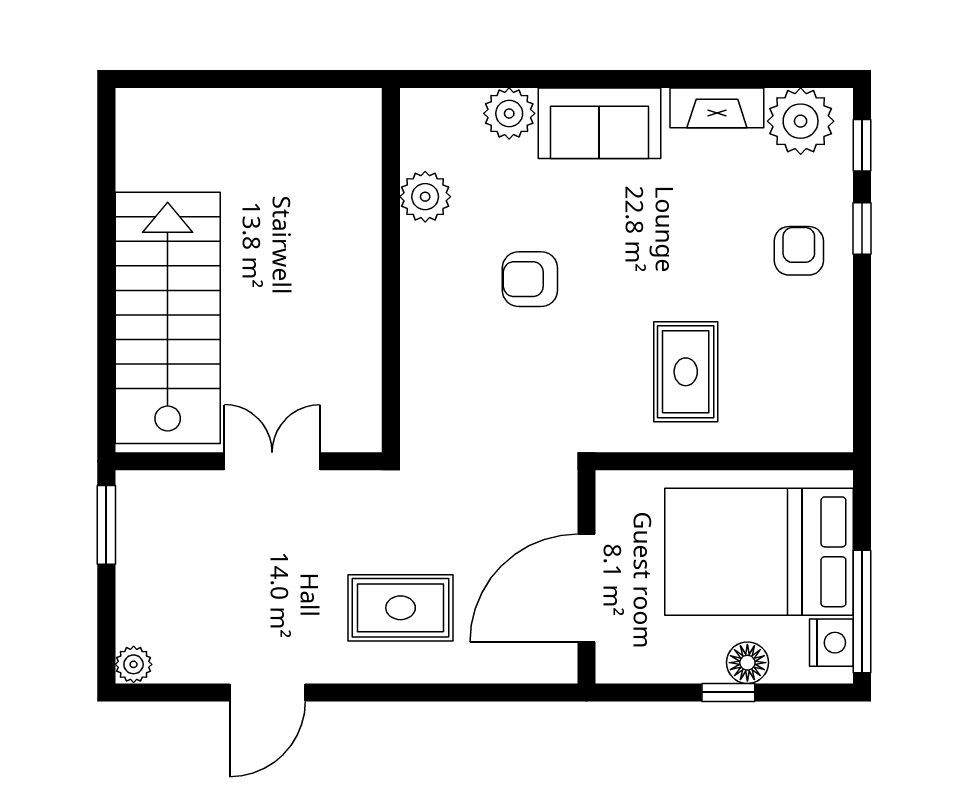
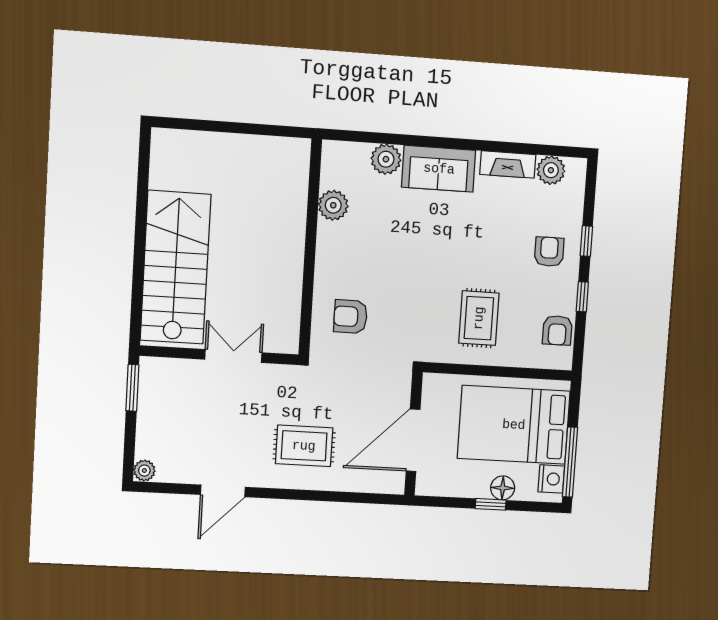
plant: (801, 121) -> (551, 170), width x0.73, depth x0.73
window: (862, 145) -> (582, 297), moved
armchair: (530, 279) -> (350, 317), moved
armchair: (823, 385) -> (557, 330), added

